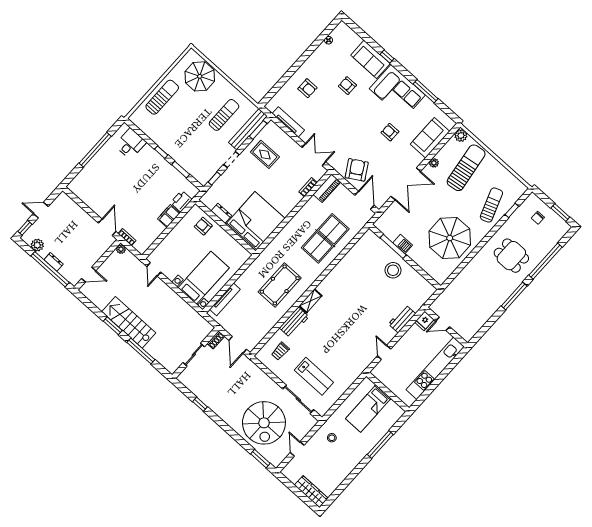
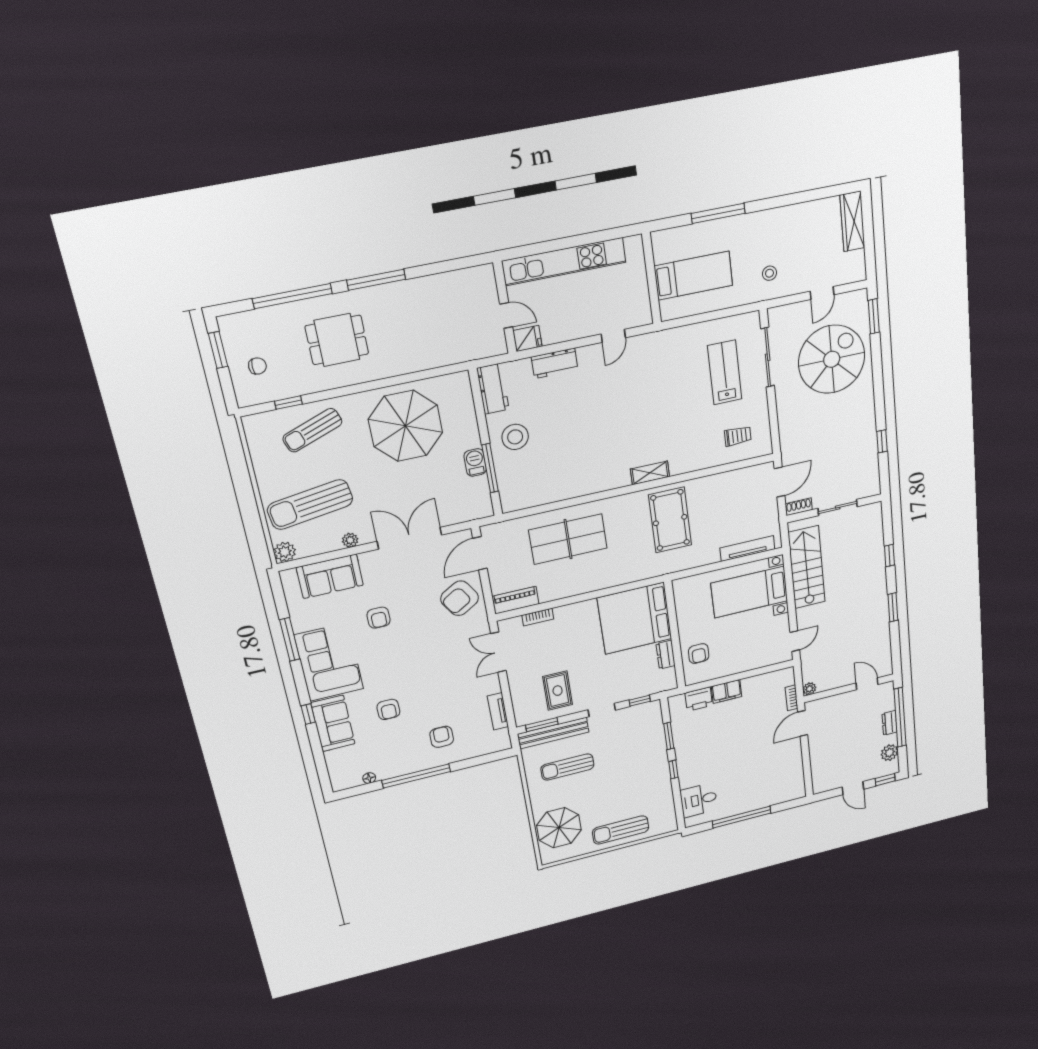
window: (304, 57) -> (416, 776), added
tv unit: (288, 122) -> (498, 711), width x0.71
dining table: (511, 256) -> (337, 340), turned 90
pool table: (280, 285) -> (670, 520), turned 90
stairs: (129, 322) -> (807, 567), moved, turned 180
workbench: (294, 322) -> (493, 389), moved, turned 90
window: (141, 351) -> (889, 556), width x0.46

